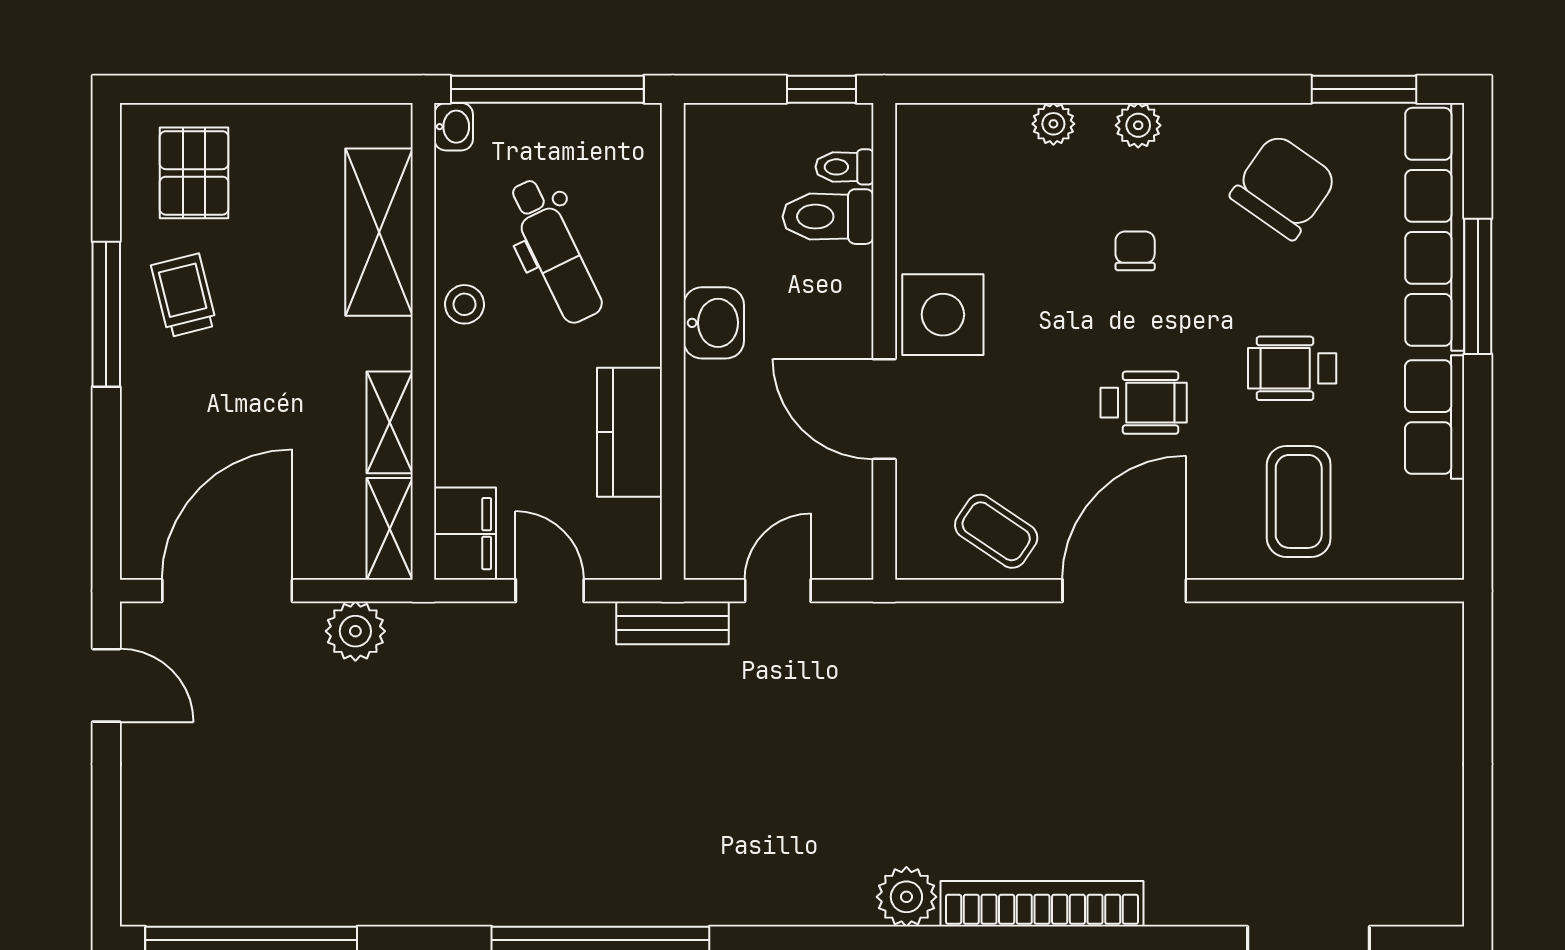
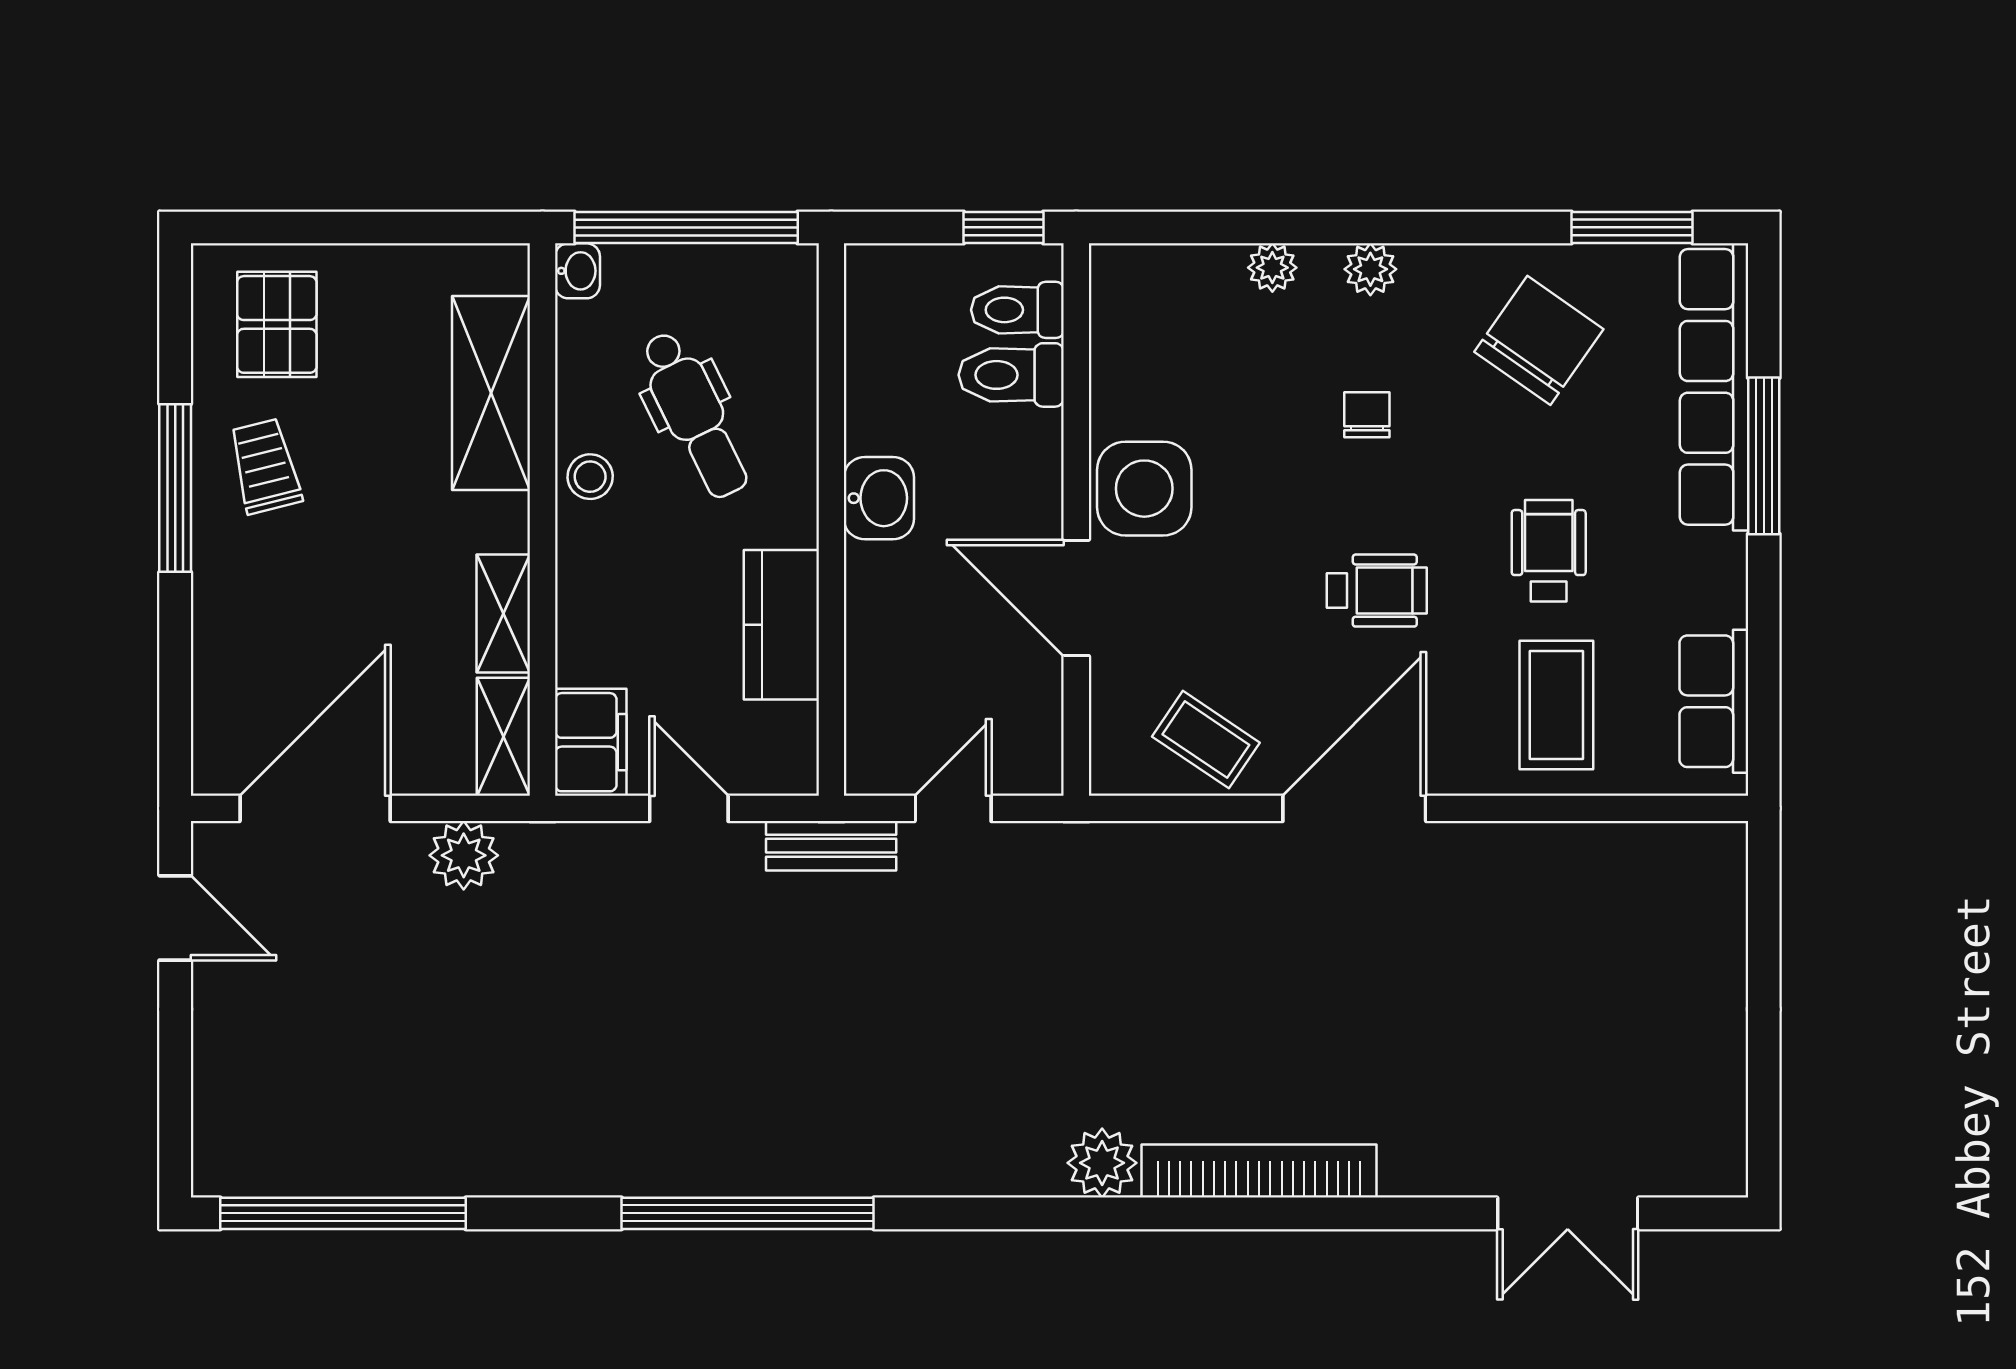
toilet: (844, 167) -> (1017, 310), width x1.37, depth x1.39
wheelchair: (1292, 368) -> (1549, 551), turned 90
row of seats: (1435, 417) -> (1714, 701), moved

